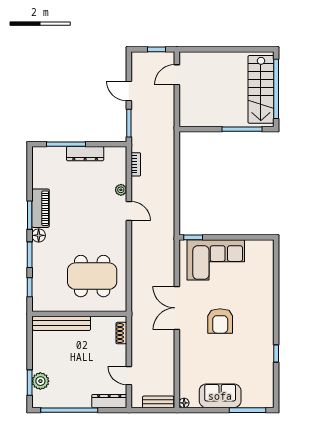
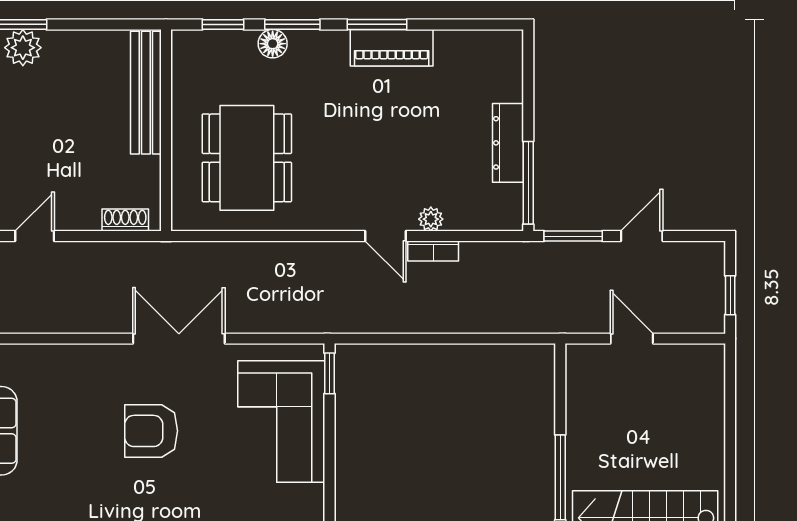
door: (177, 75) -> (632, 339), moved
window: (66, 144) -> (528, 183), moved
bookcase: (136, 164) -> (433, 251), moved
door: (129, 211) -> (386, 236), hinge flipped
floor lamp: (39, 235) -> (273, 44), moved

